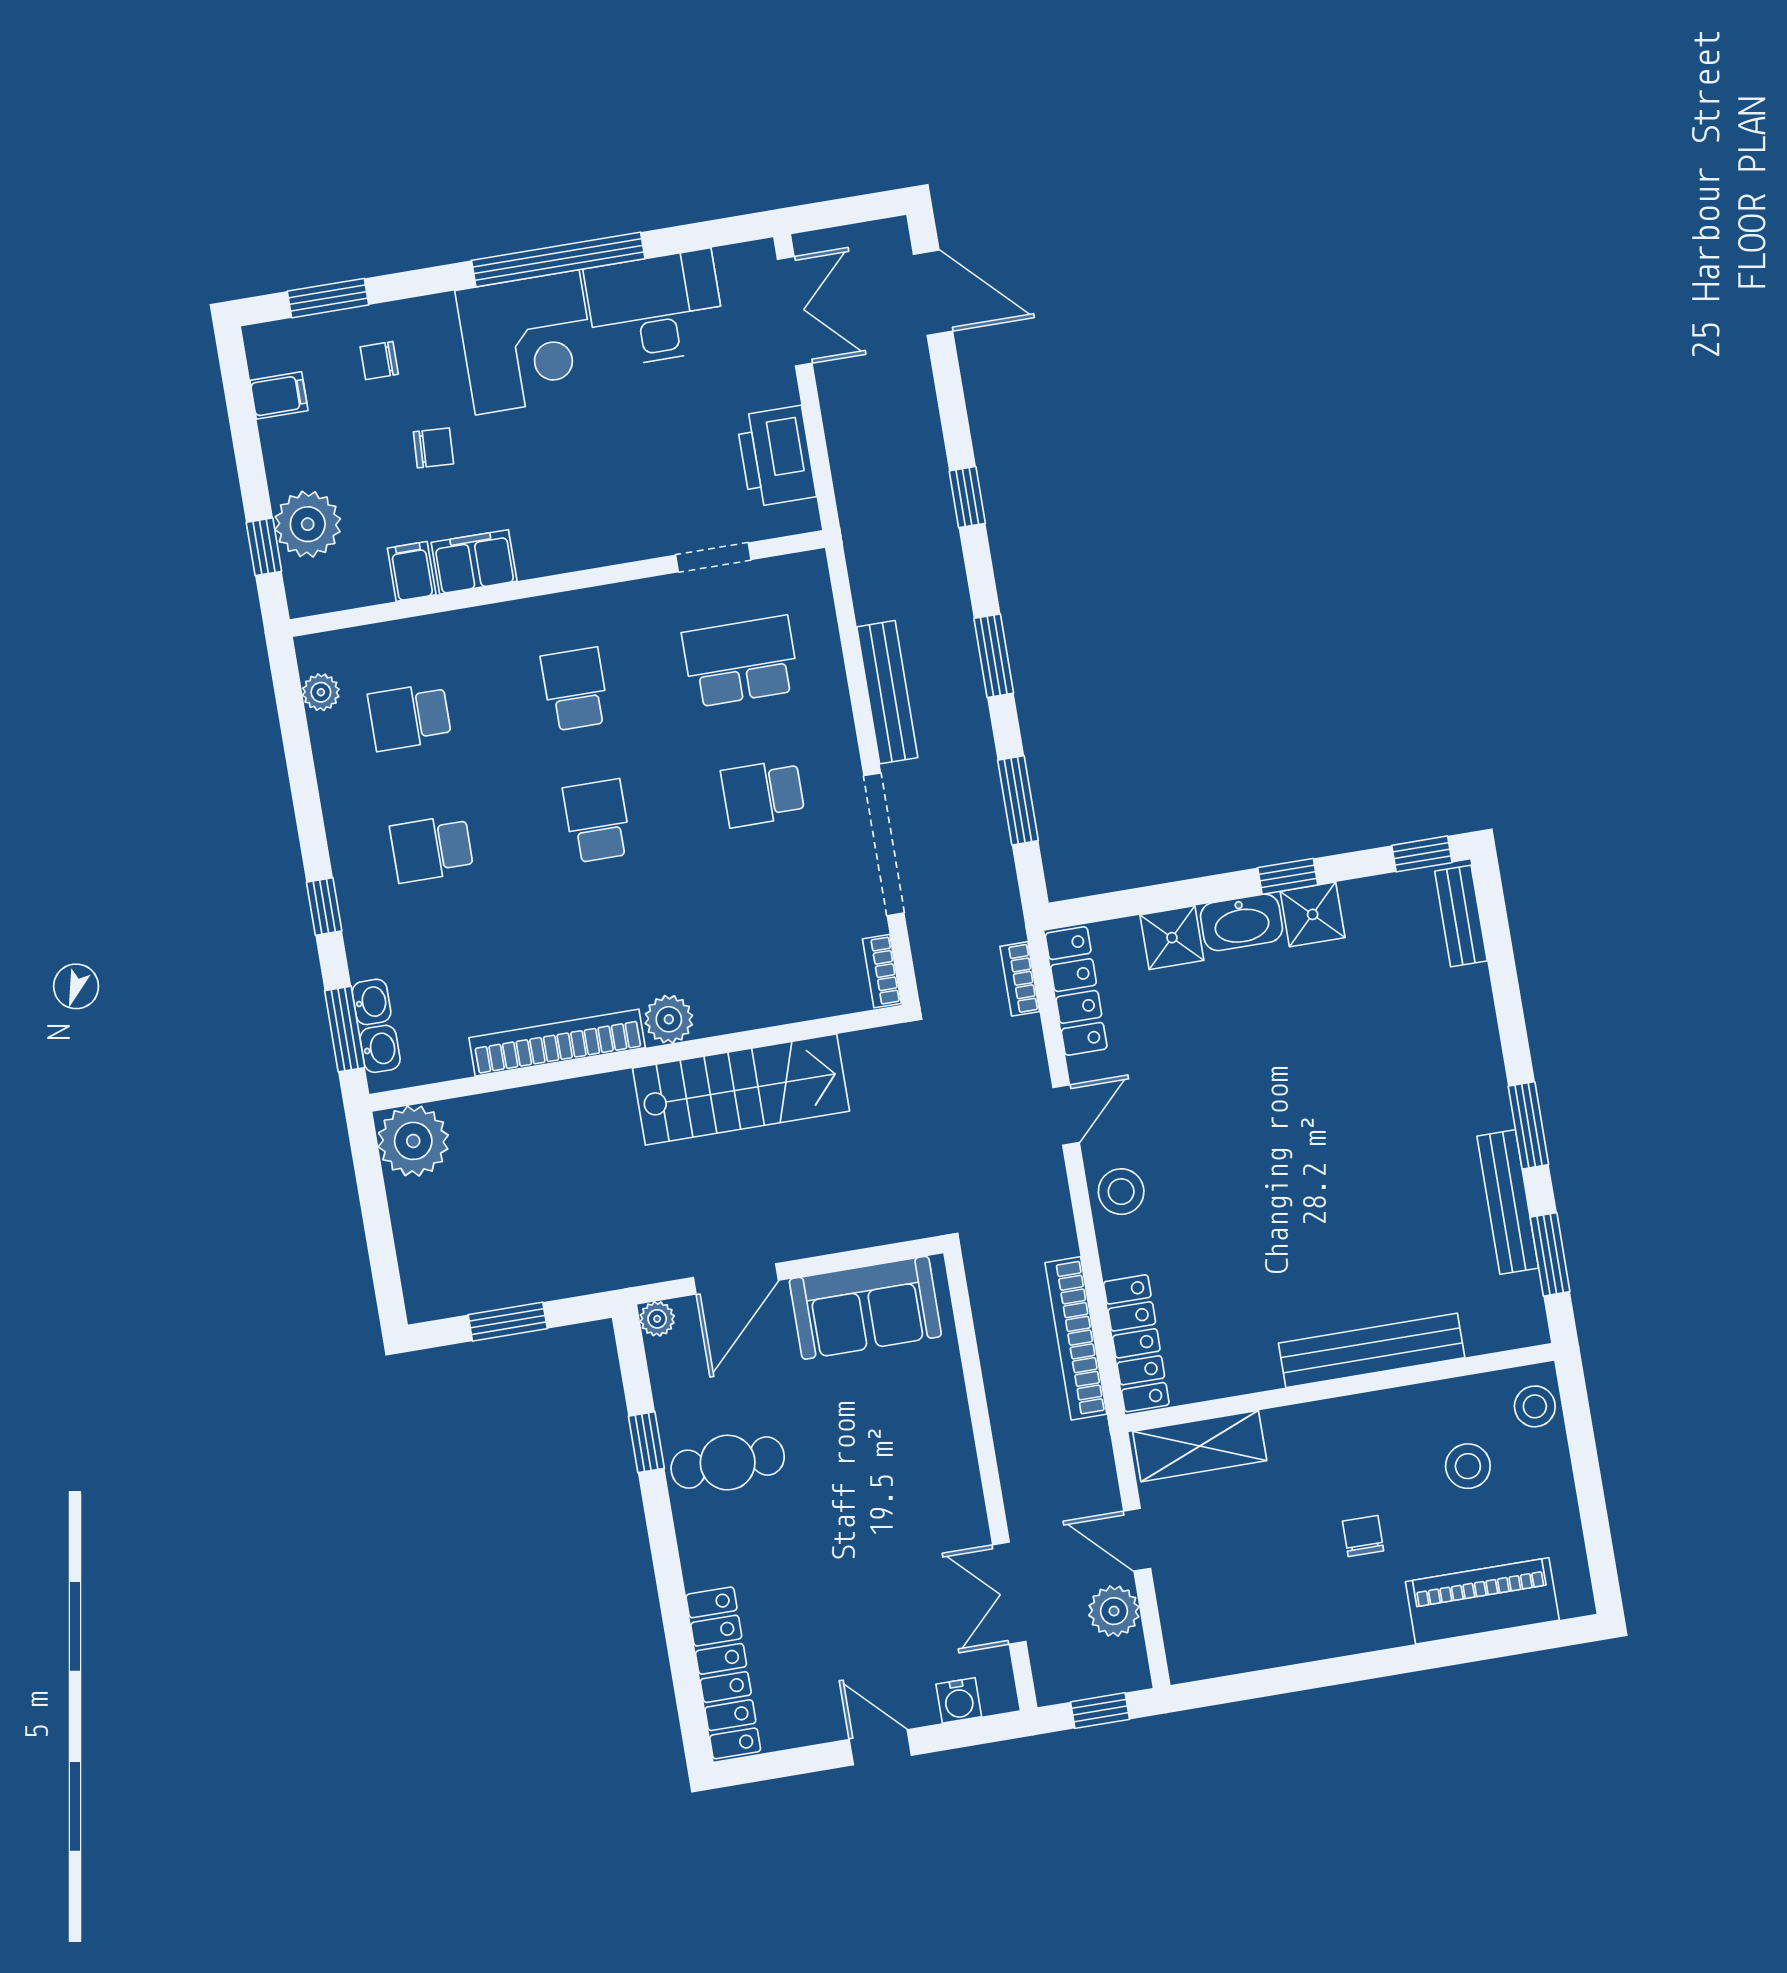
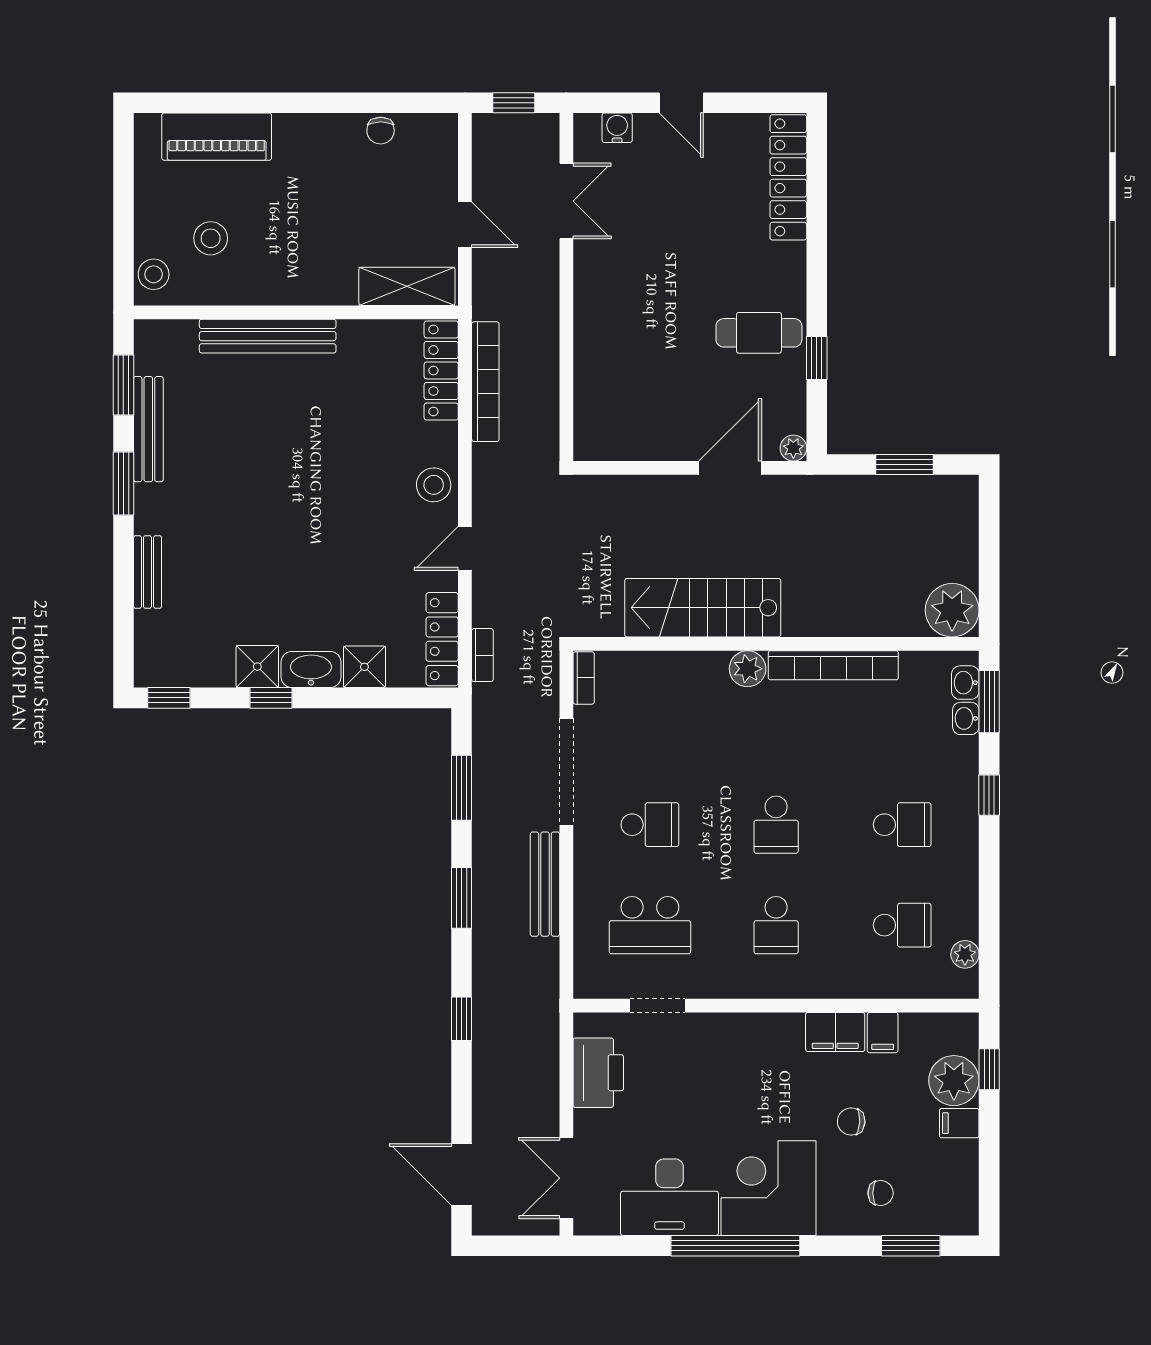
filing cabinet: (279, 395) -> (959, 1123), moved
bench: (1461, 916) -> (148, 572), moved
sofa: (865, 1308) -> (638, 430), removed
chair: (1363, 1536) -> (381, 131), moved
plant: (1114, 1611) -> (491, 175), removed

